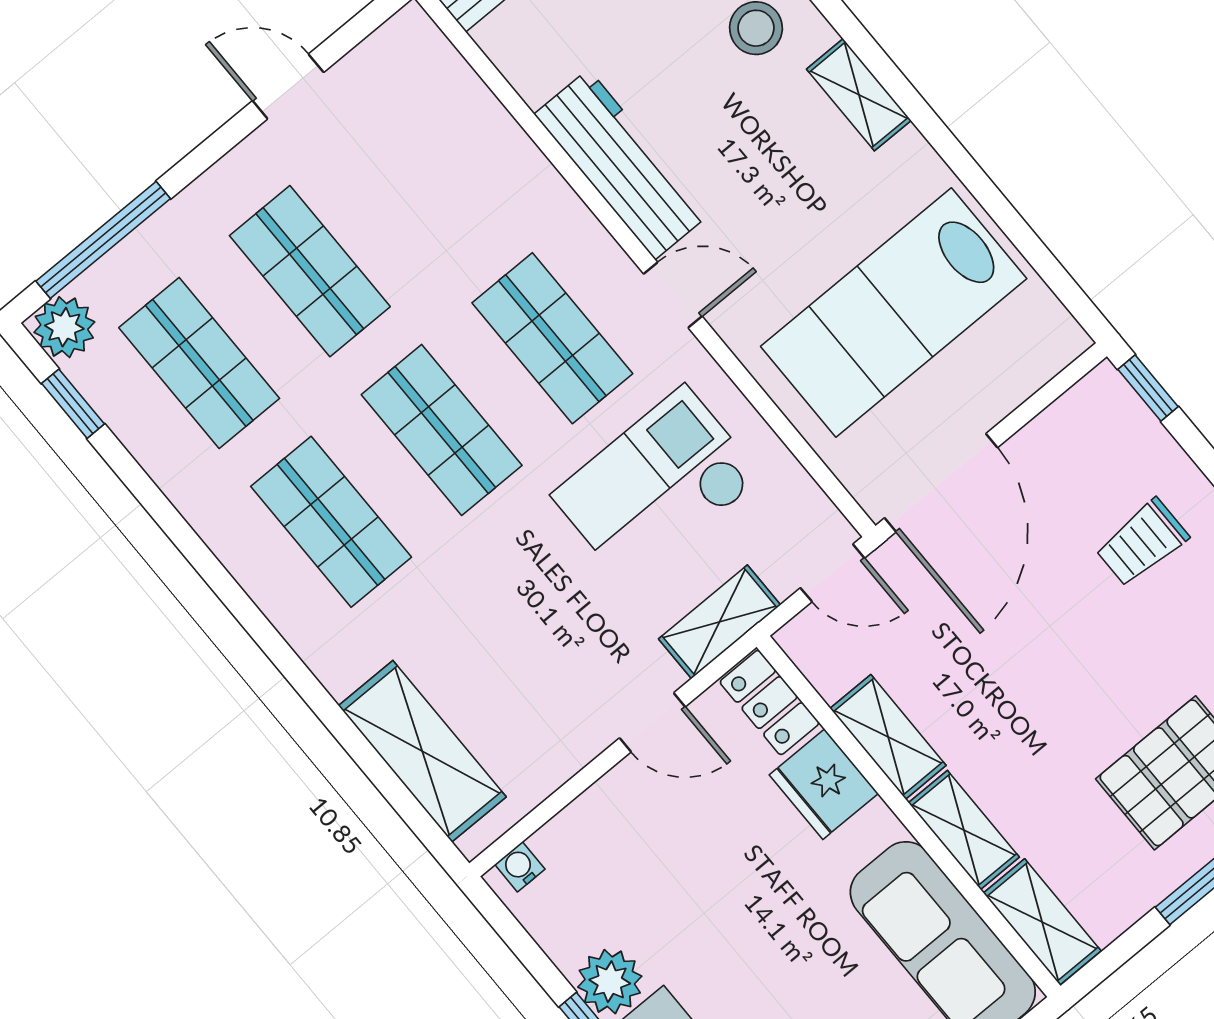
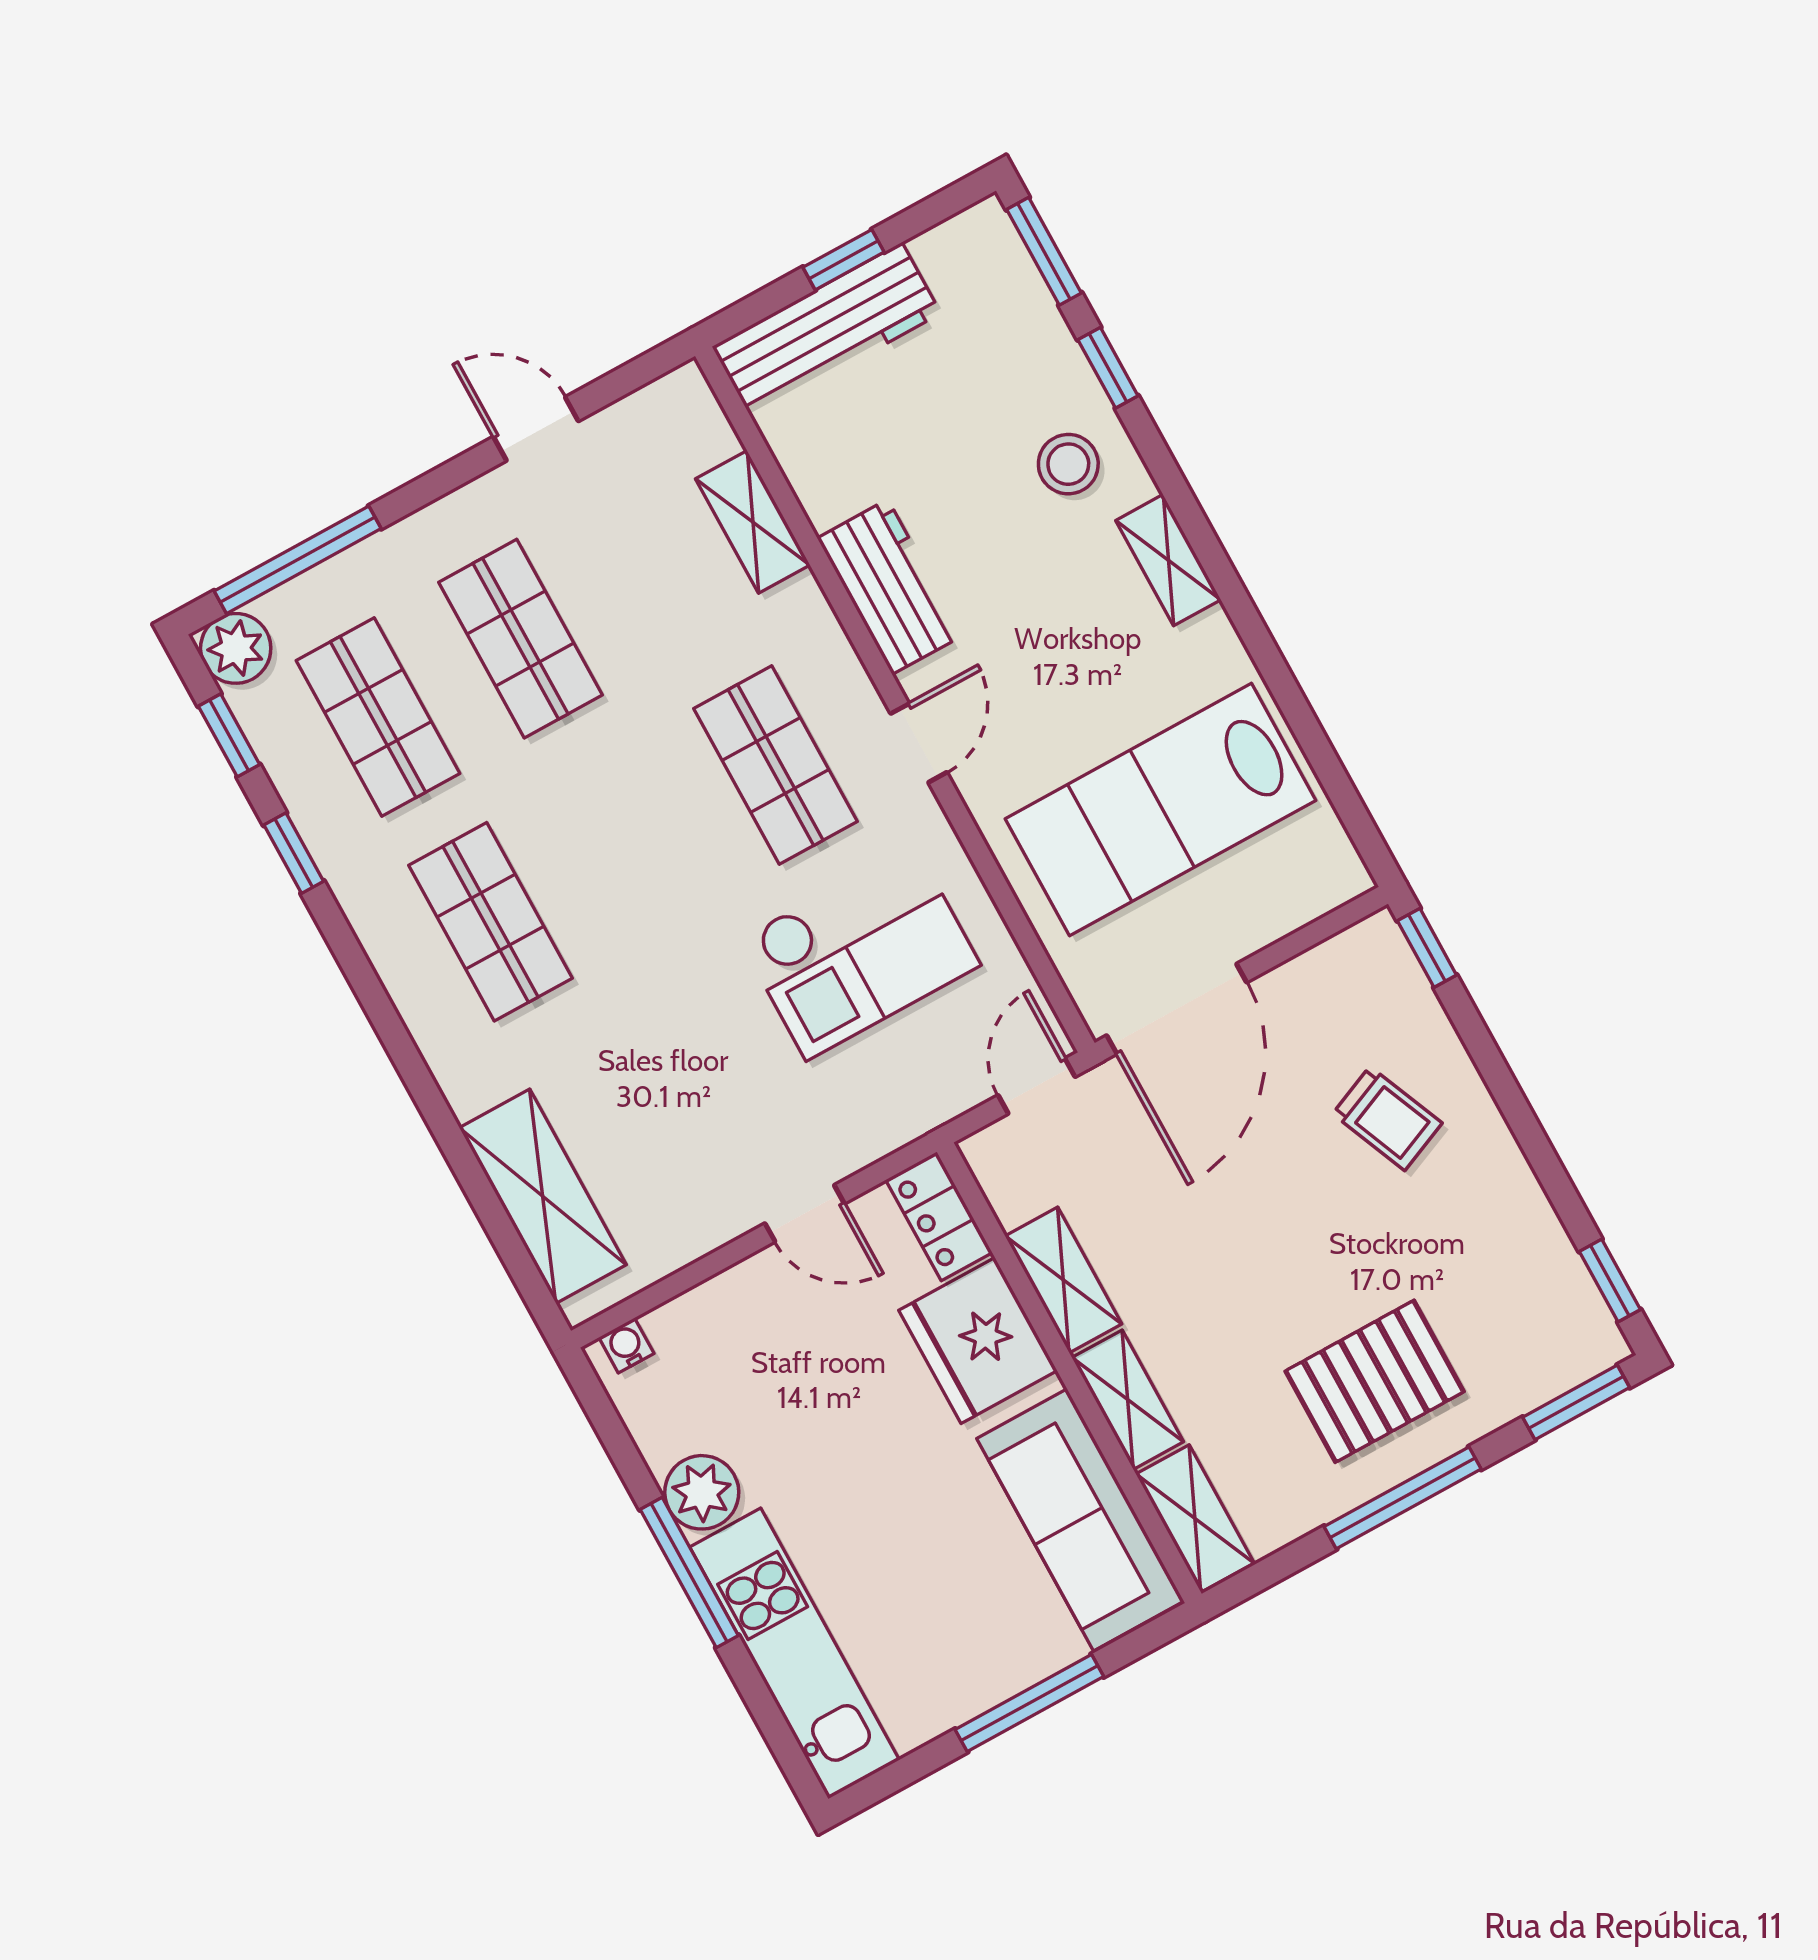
workbench: (622, 164) -> (890, 587), width x0.73
door: (673, 295) -> (919, 743), hinge flipped
shop shelf: (442, 430) -> (633, 843), removed
checkout: (657, 486) -> (860, 952), turned 180
window: (149, 495) -> (294, 853), added
trolley: (1142, 543) -> (1387, 1118), turned -113
door: (832, 573) -> (1037, 1086), swing flipped
shelving: (720, 622) -> (753, 522), moved, turned 90
fridge: (824, 784) -> (978, 1340), width x1.36, depth x1.34

